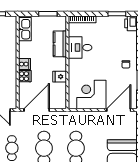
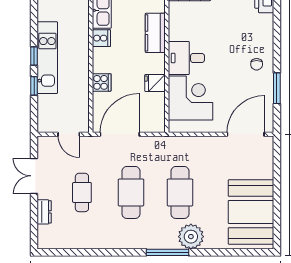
desk: (80, 48) -> (186, 58), moved
cooker: (25, 64) -> (101, 38), moved
corner desk: (91, 95) -> (191, 98), moved, turned 90

